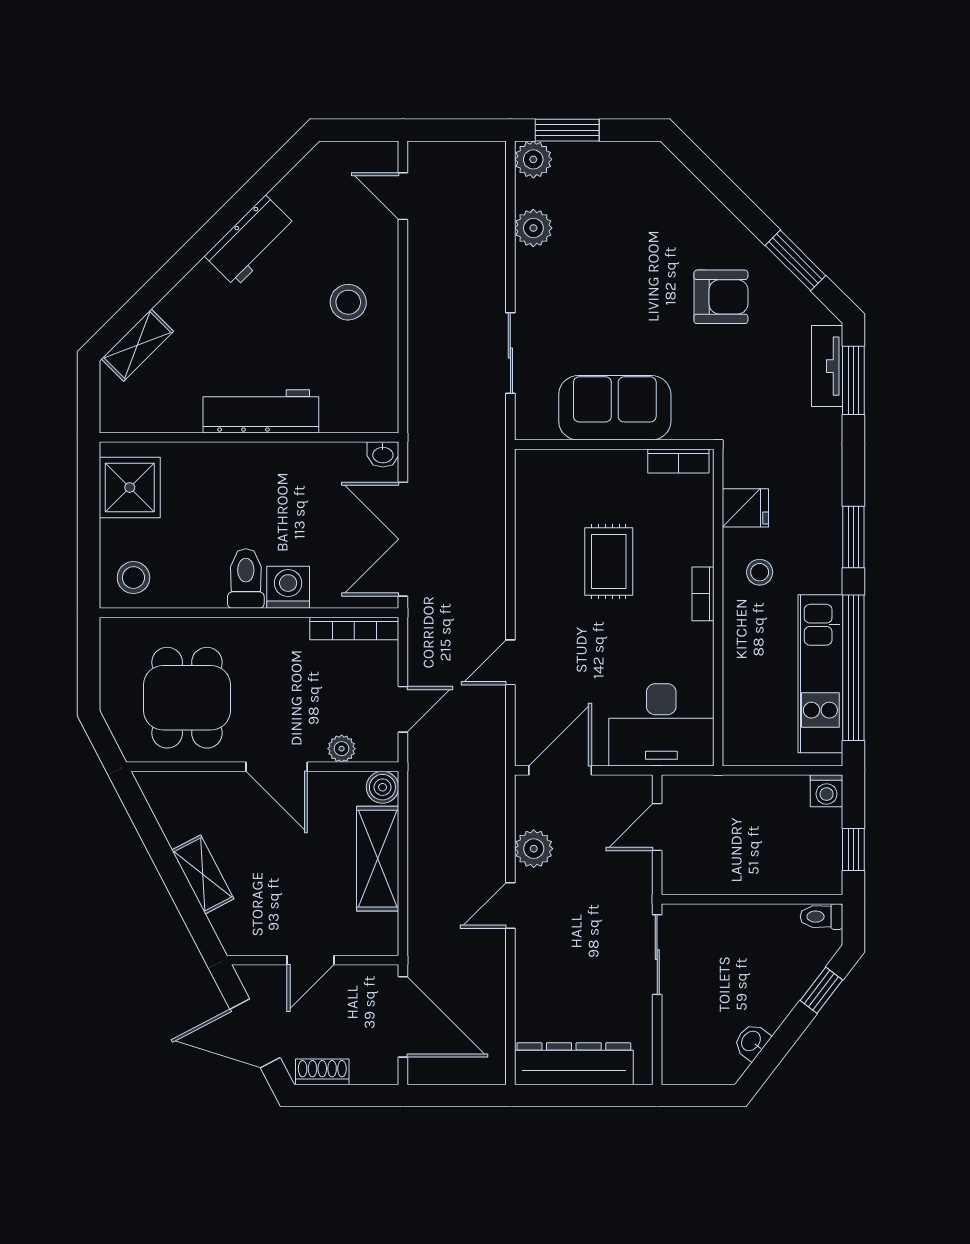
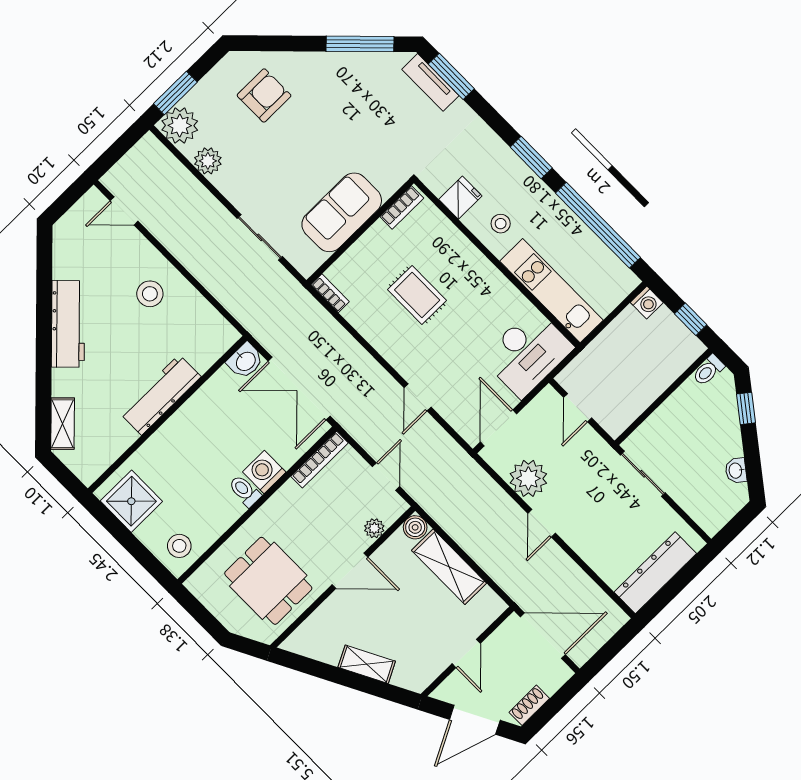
plant: (533, 159) -> (180, 126), width x1.36, depth x1.36
workbench: (251, 241) -> (68, 324), width x1.37
window: (795, 260) -> (360, 44), width x1.44
armchair: (721, 297) -> (264, 95), moved
washbasin: (383, 454) -> (245, 361), width x1.38, depth x1.45
toilet: (246, 579) -> (245, 491), width x0.73, depth x0.72
bookcase: (703, 594) -> (330, 293), moved, turned 180
kitchen unit: (820, 674) -> (551, 291), moved, turned 180
plant: (534, 849) -> (528, 478), width x1.36, depth x1.36

